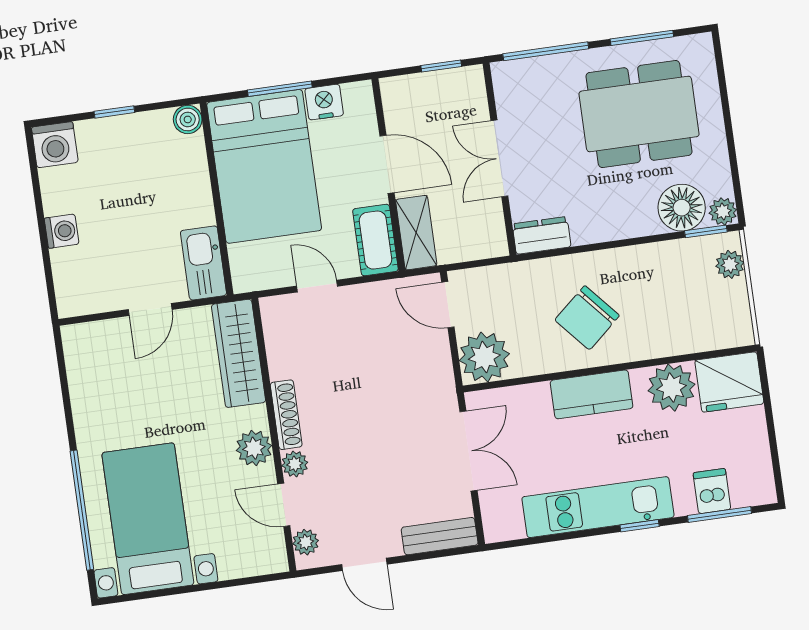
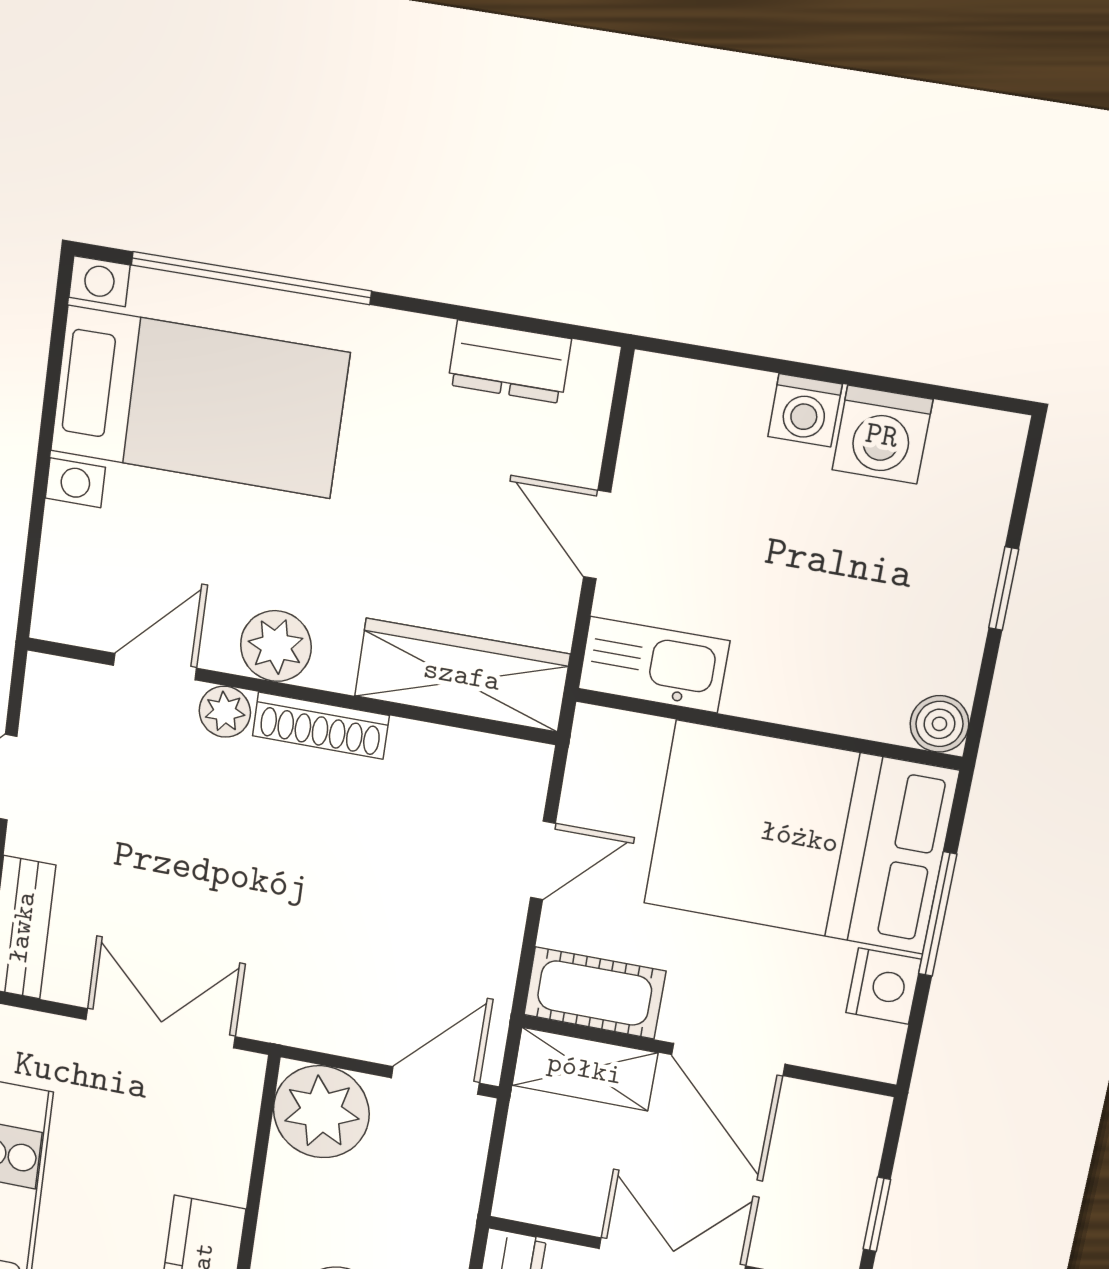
washing machine: (55, 145) -> (882, 435), moved, turned -90
door: (387, 164) -> (728, 1059), hinge flipped
dresser: (83, 376) -> (509, 362), added
double door: (468, 451) -> (160, 1028), swing flipped
plant: (306, 542) -> (75, 685), removed

